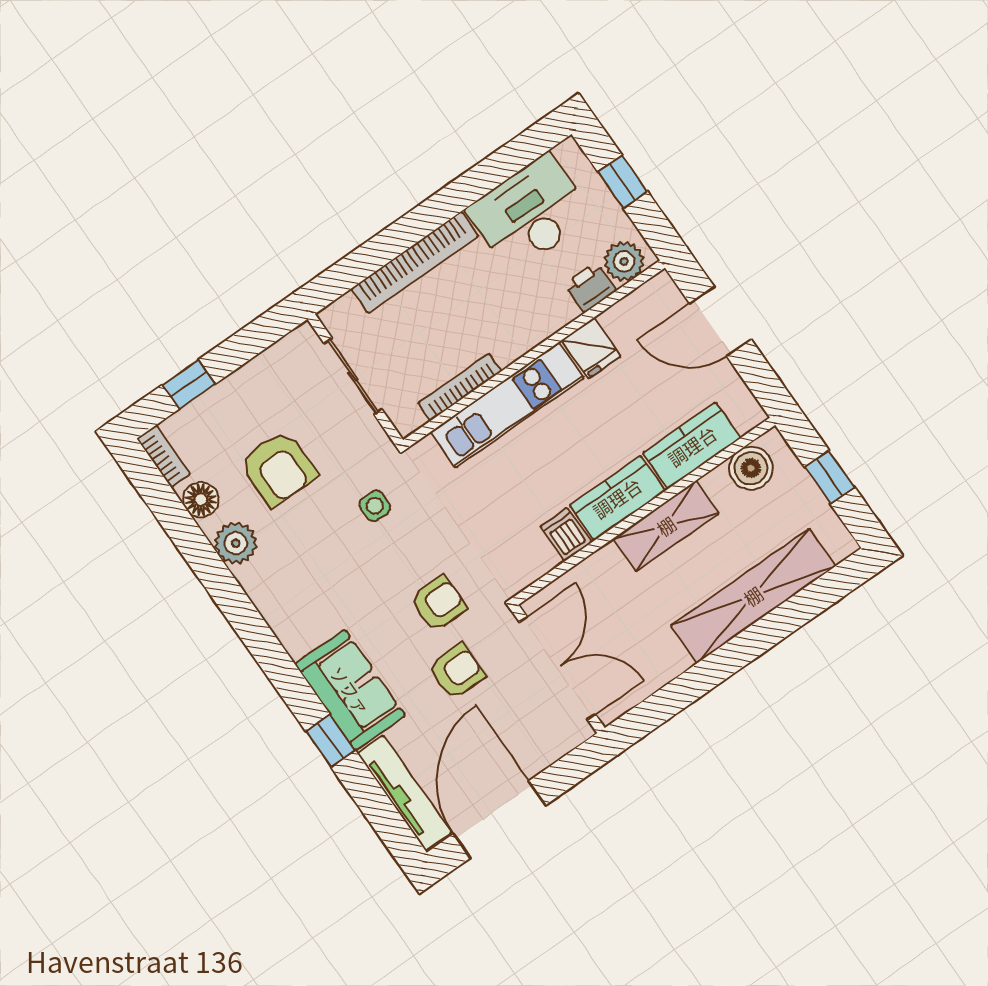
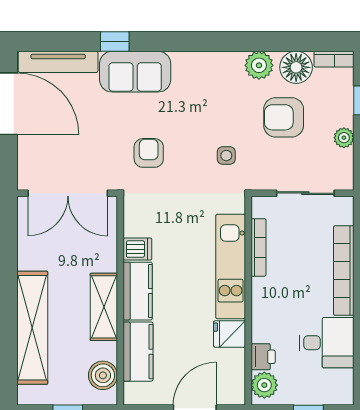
desk: (530, 213) -> (327, 343), width x0.73
plant: (252, 377) -> (344, 138), added
floor lamp: (201, 500) -> (296, 67), width x1.38, depth x1.38
armchair: (438, 603) -> (149, 153), turned 180
armchair: (457, 671) -> (104, 137), removed

